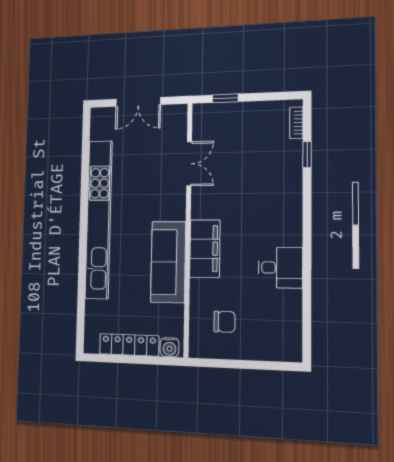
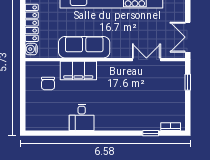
double door: (138, 102) -> (188, 37), moved
double door: (189, 164) -> (146, 60), swing flipped
filing cabinet: (205, 249) -> (78, 71), moved

